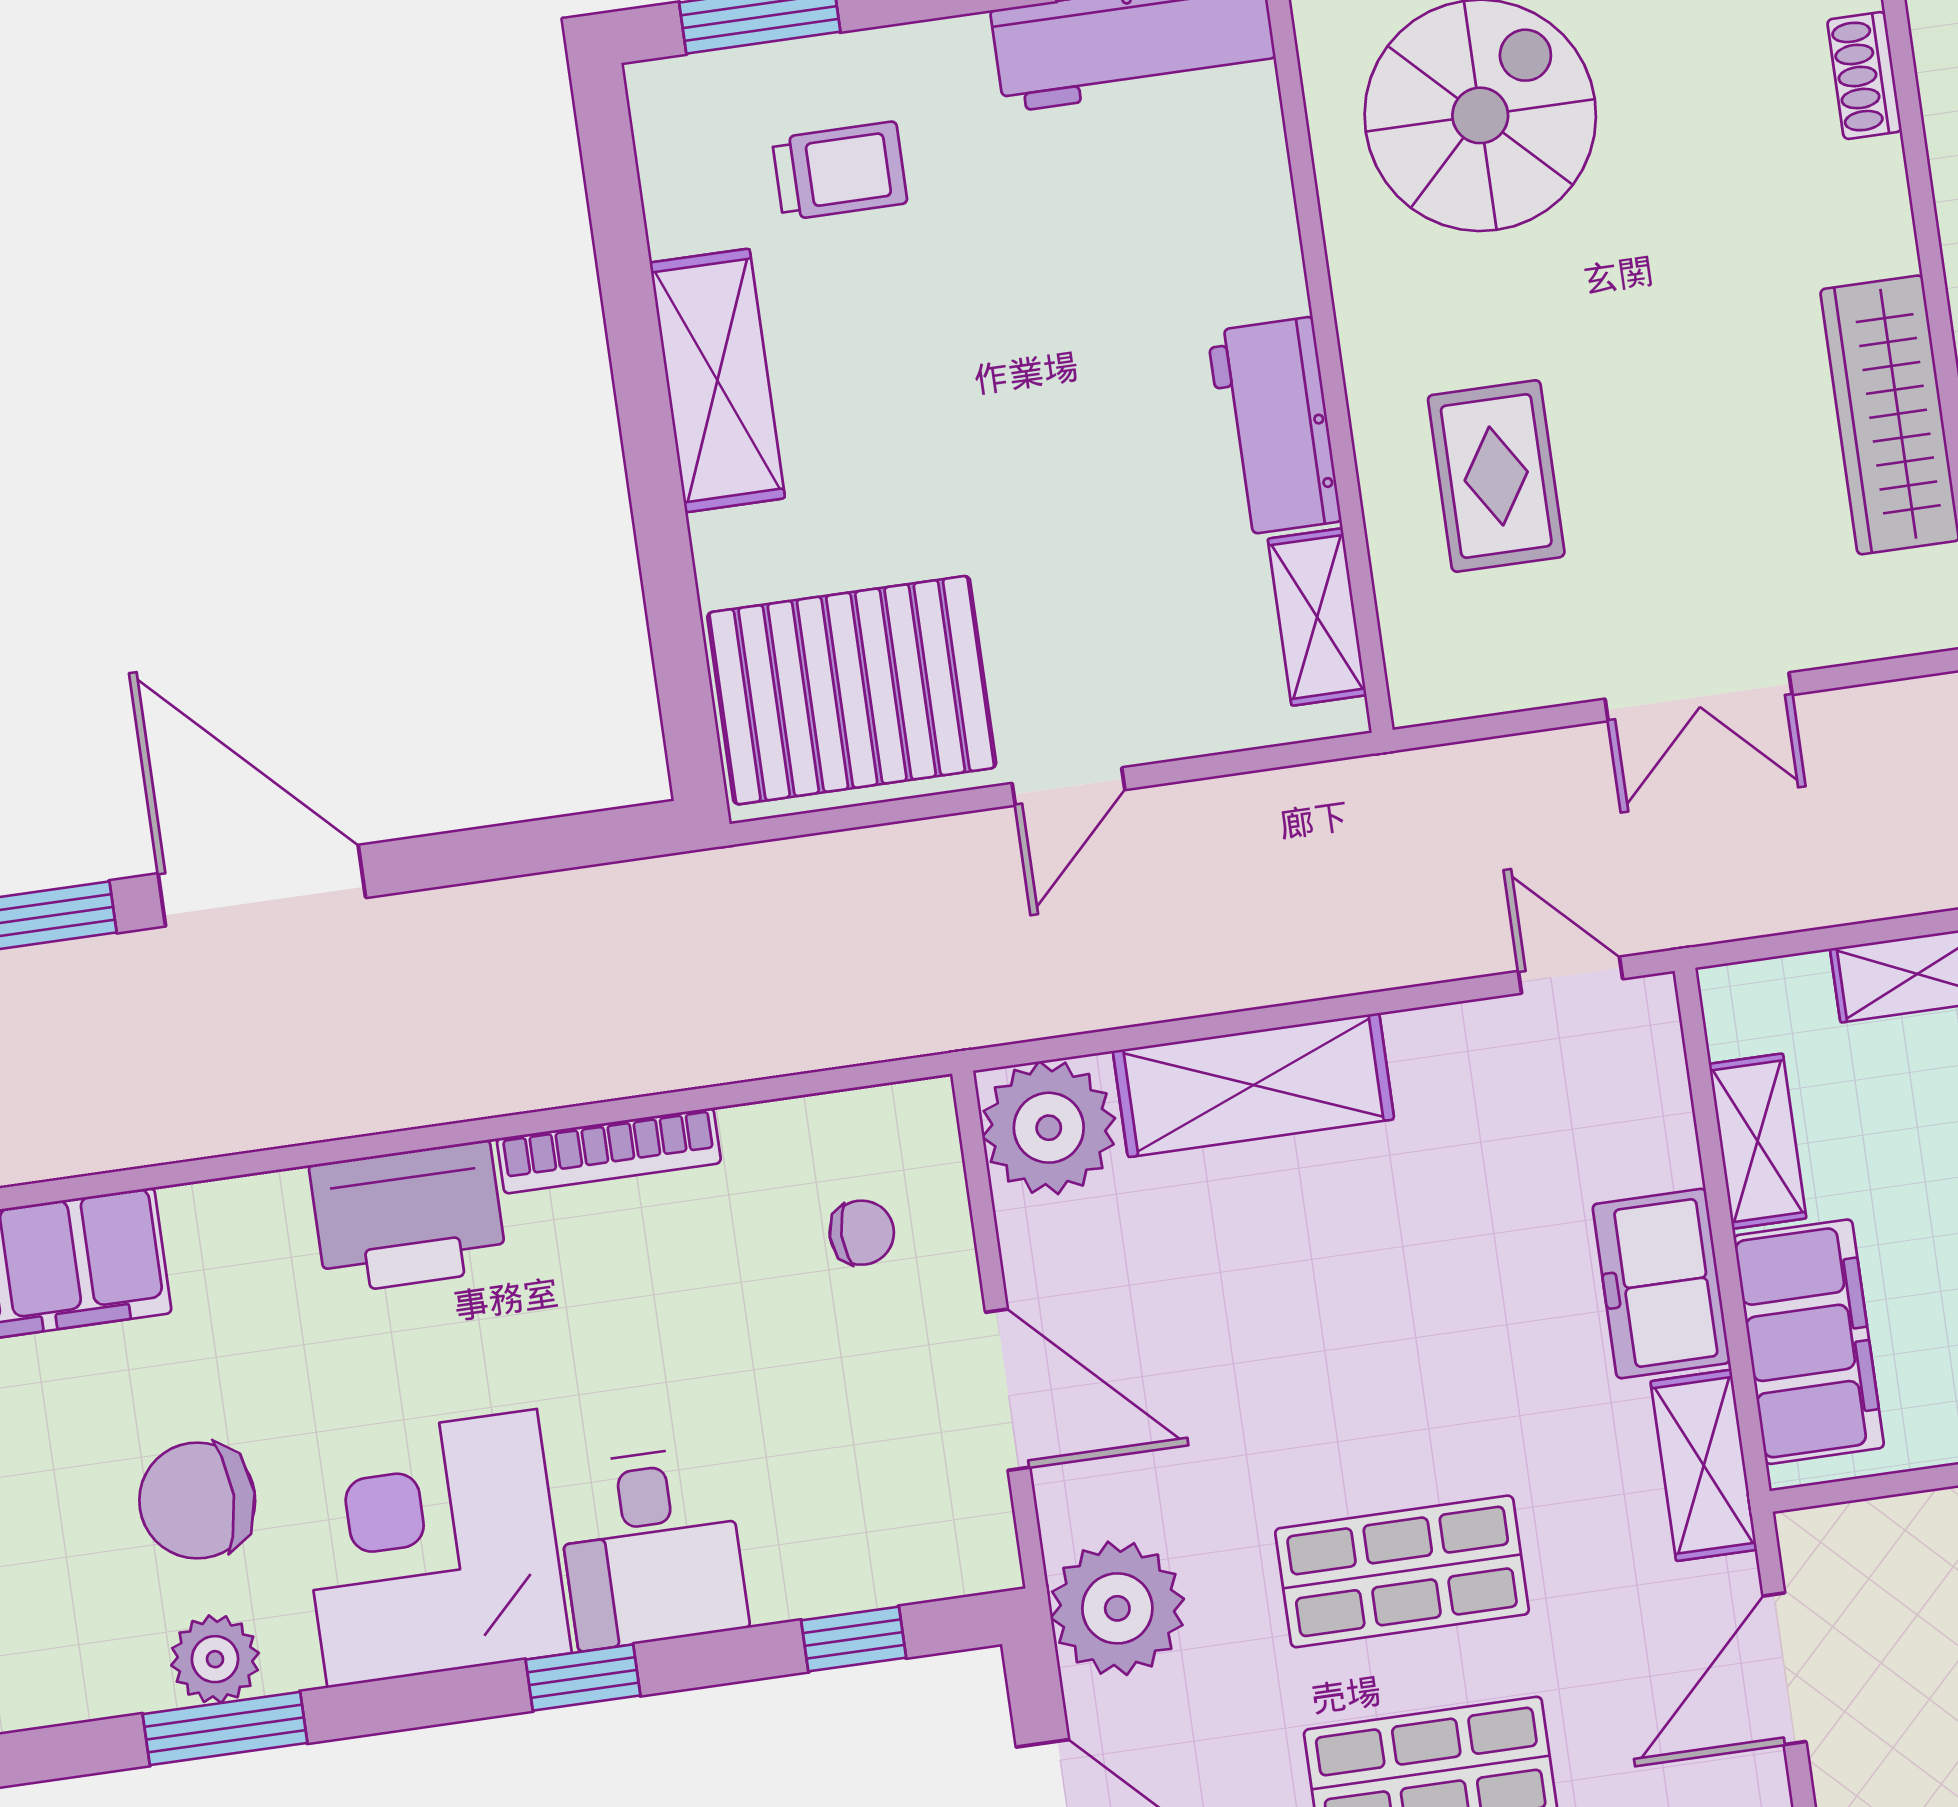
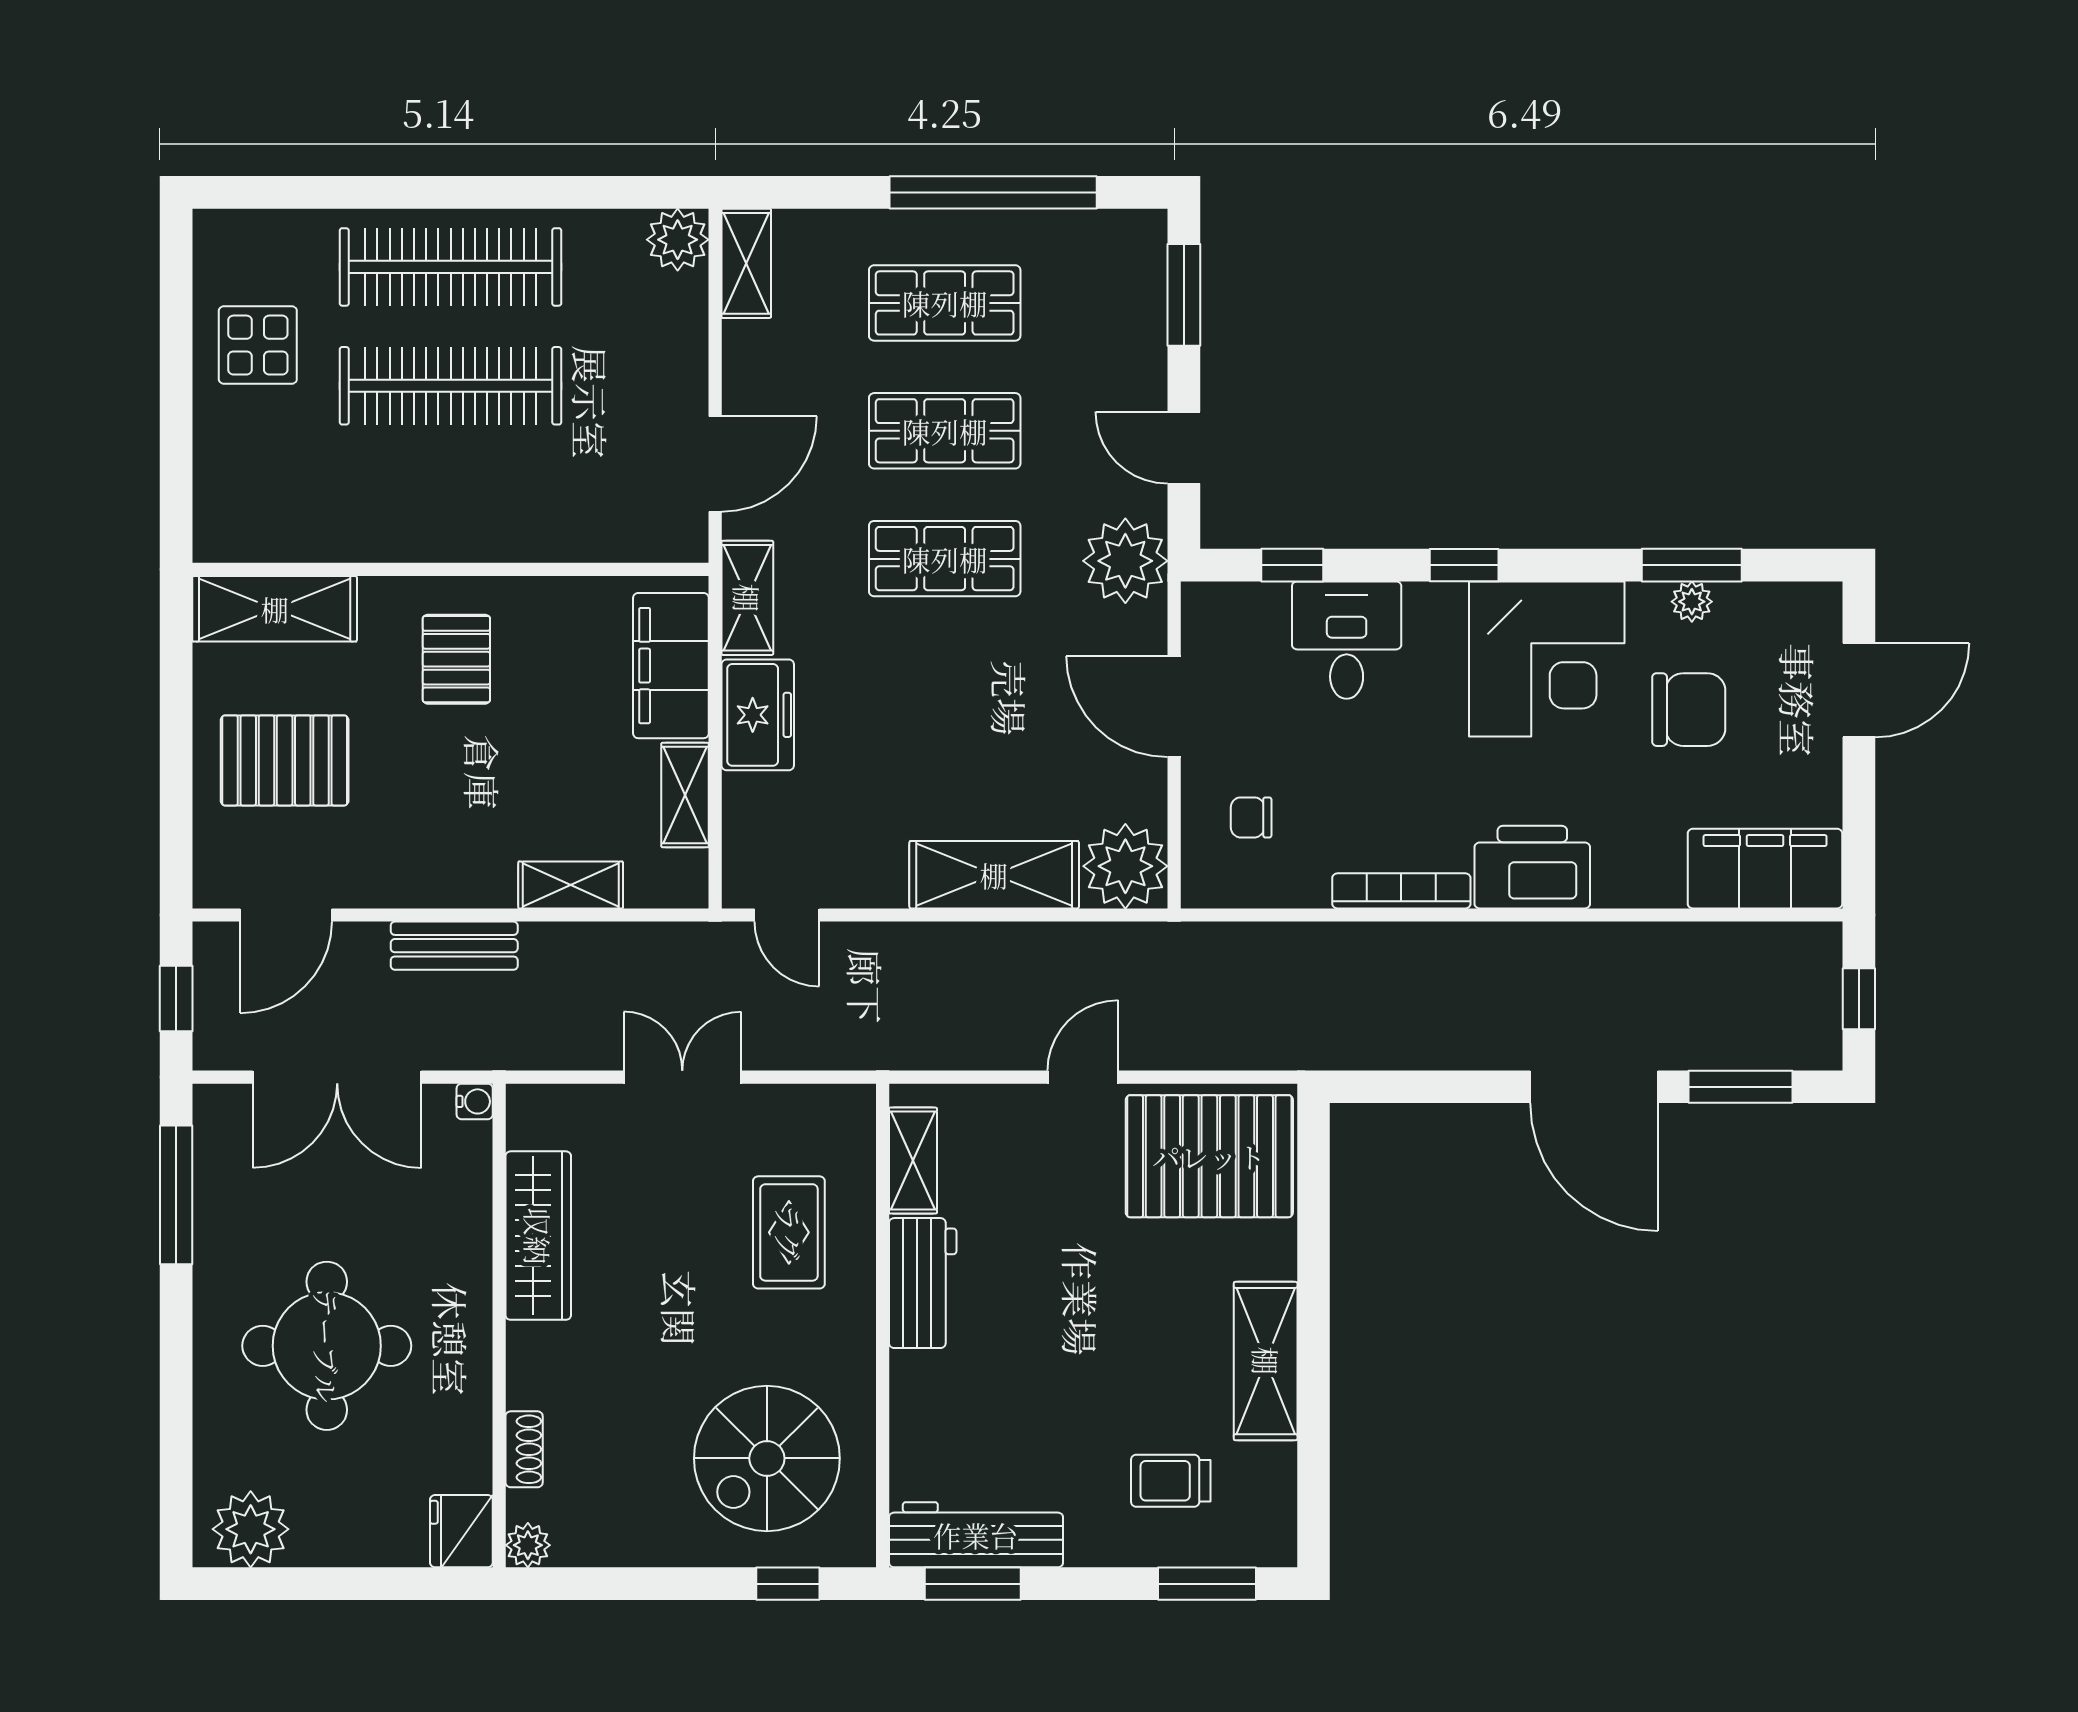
desk: (651, 1547) -> (1347, 640), moved
plant: (215, 1659) -> (1692, 602), width x0.73, depth x0.73

